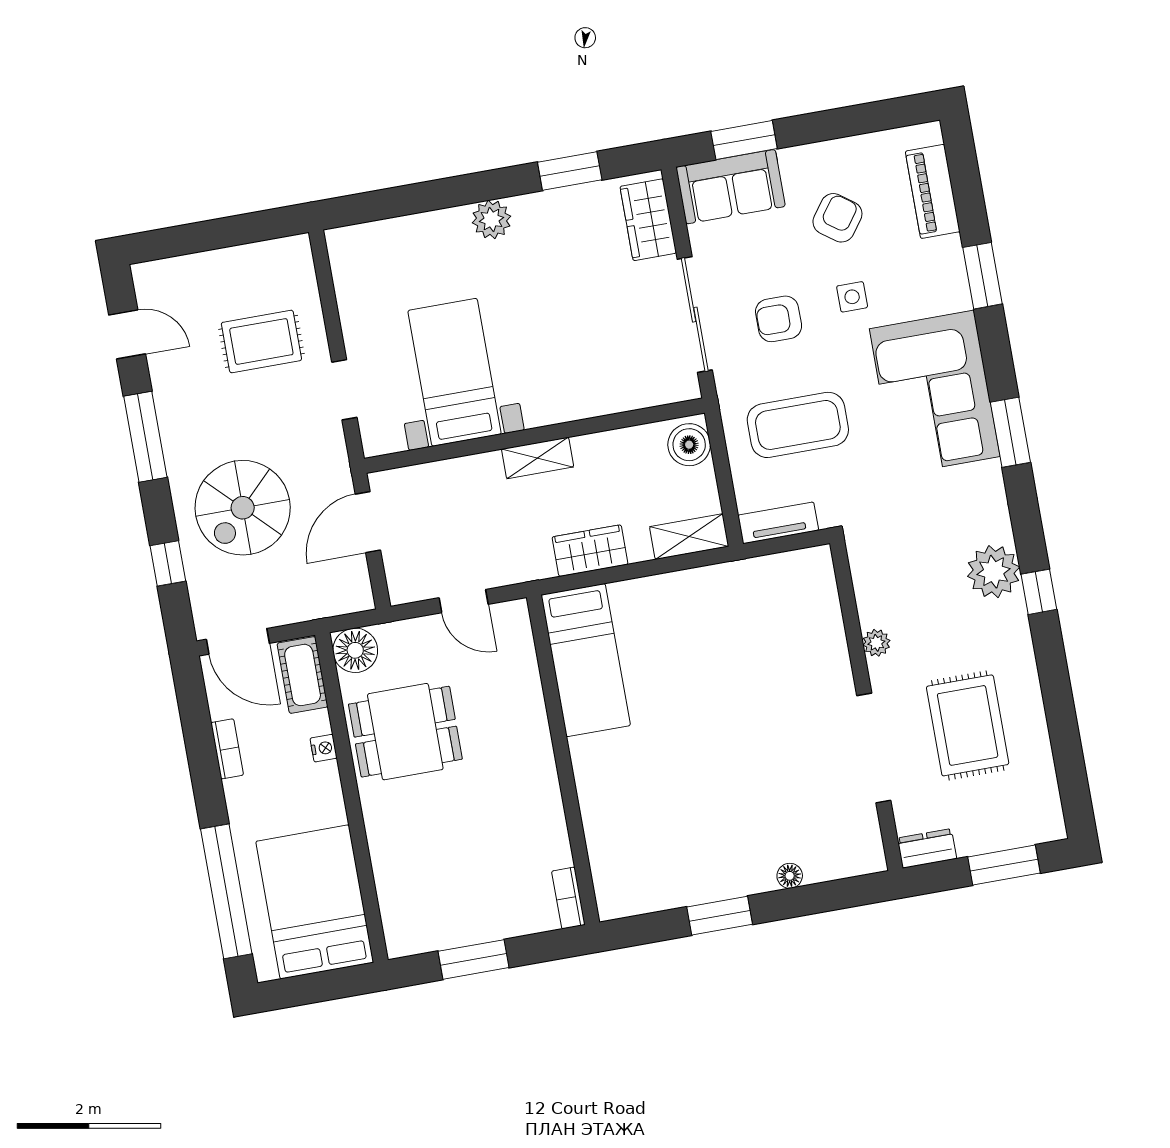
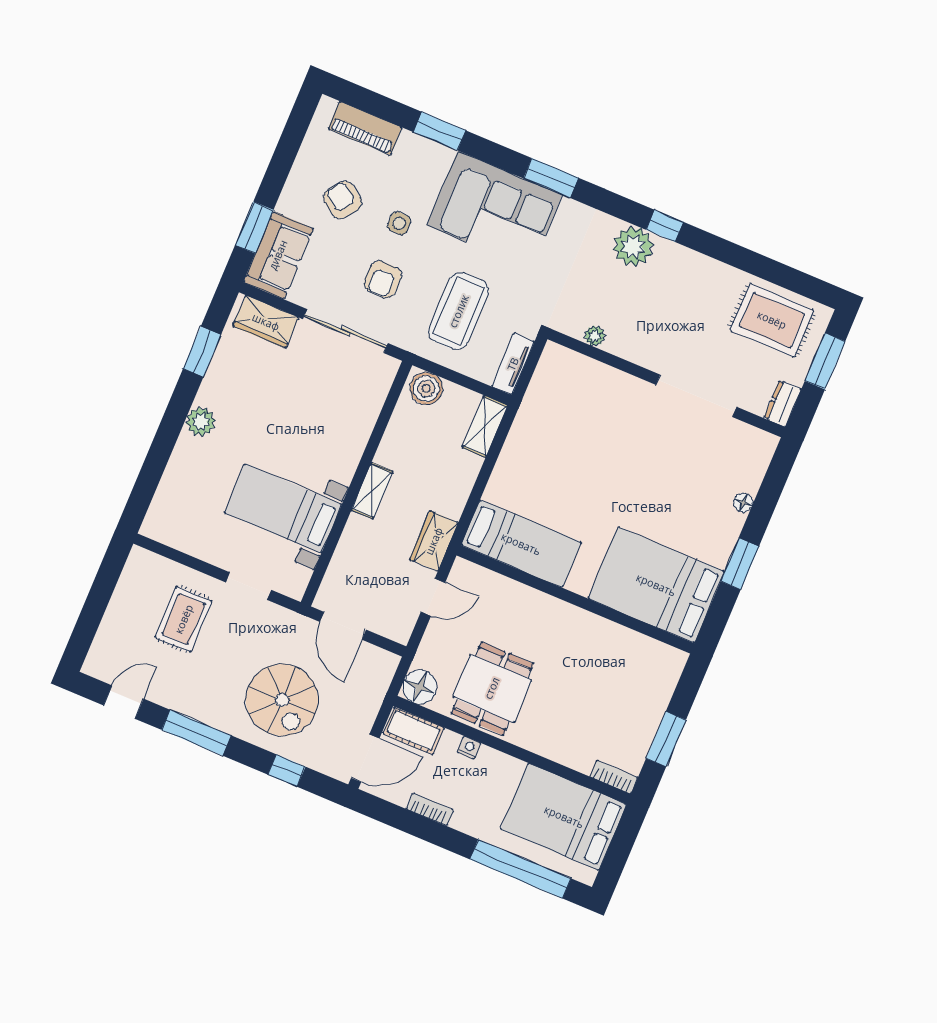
wardrobe: (590, 551) -> (434, 541), moved
plant: (876, 643) -> (595, 336), moved
rug: (968, 725) -> (772, 320), moved
bed: (637, 839) -> (656, 585), added
bookcase: (568, 898) -> (614, 777), moved, turned 180

